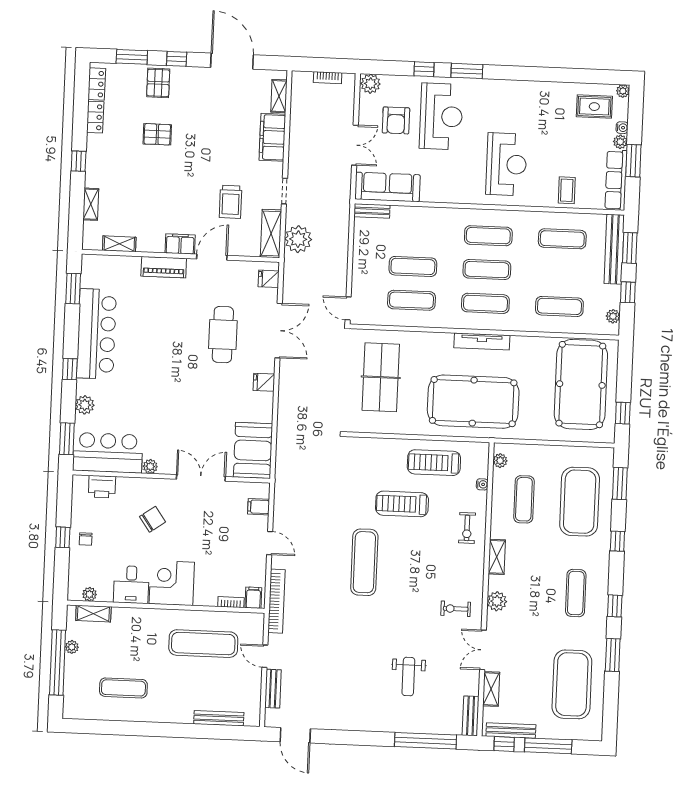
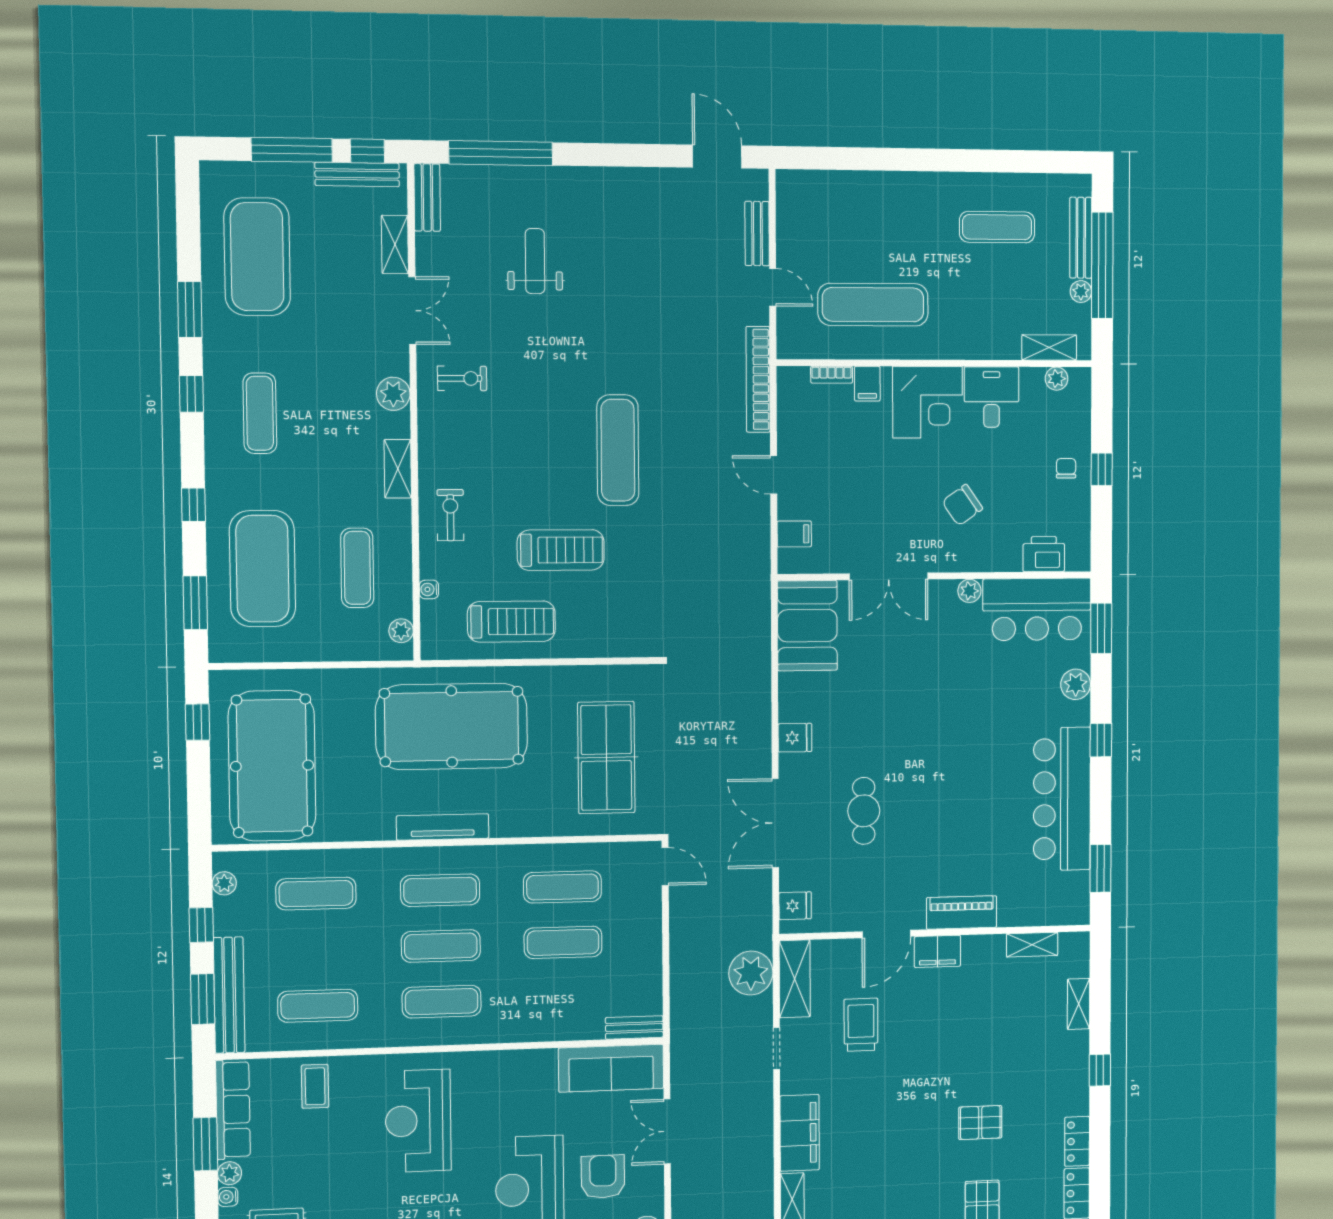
cafe table: (223, 335) -> (864, 811), width x0.73, depth x0.74
filing cabinet: (253, 598) -> (867, 384), moved
bench: (219, 718) -> (1081, 238), moved, turned 90

